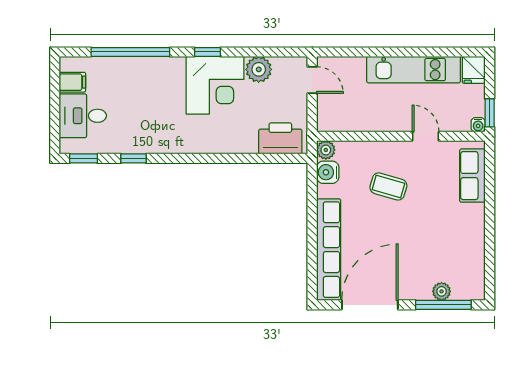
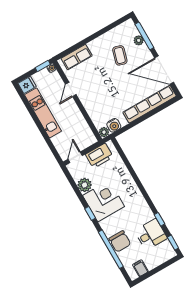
chair: (135, 74) -> (120, 241), added
desk: (83, 116) -> (151, 234), moved, turned -90
printer: (280, 138) -> (99, 156), moved, turned -90
coffee table: (388, 186) -> (120, 55), moved

